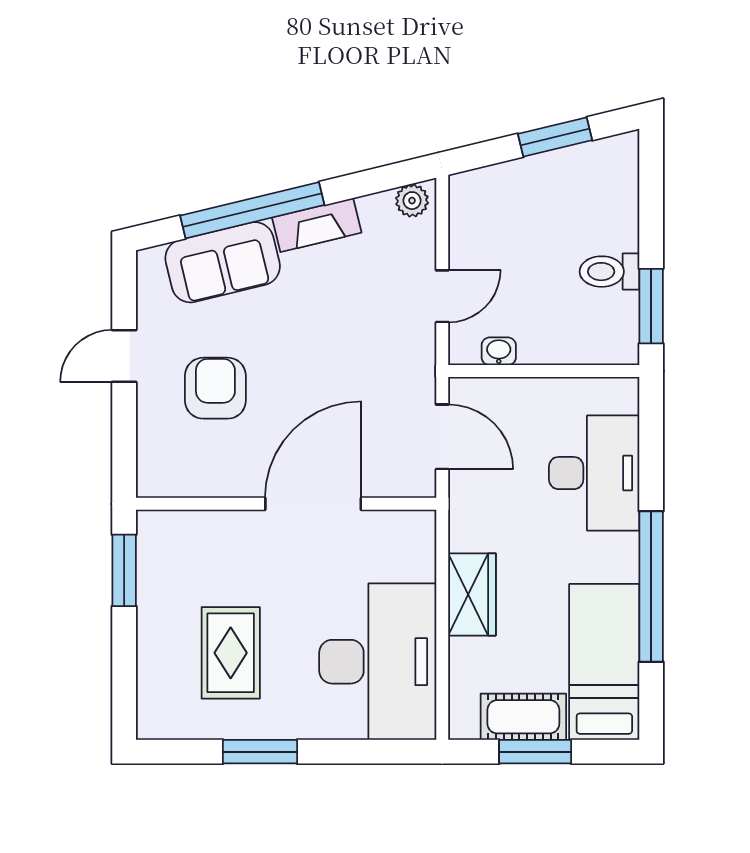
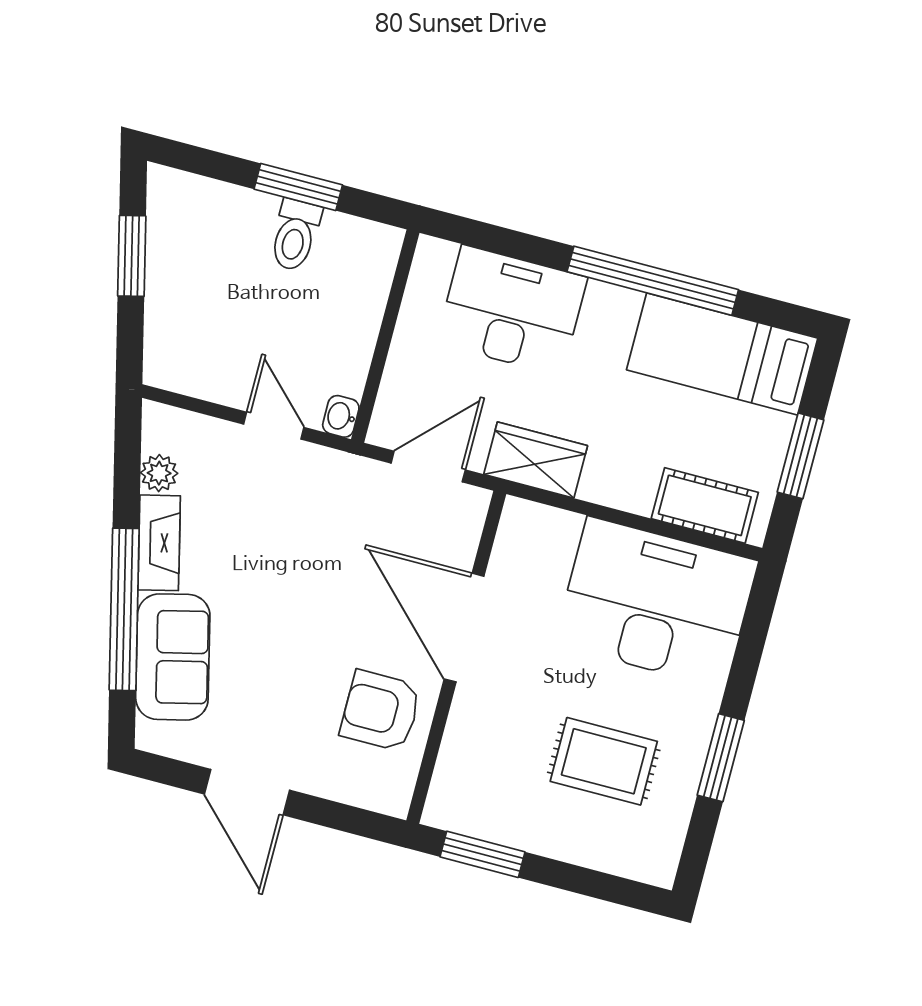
plant: (412, 201) -> (159, 473), moved
window: (651, 306) -> (298, 187), moved
washbasin: (499, 351) -> (341, 416), moved
door: (124, 356) -> (247, 792), width x1.38
armchair: (215, 388) -> (381, 711), moved
wardrobe: (472, 594) -> (536, 460), moved
cot: (523, 717) -> (705, 505), moved, turned 90

